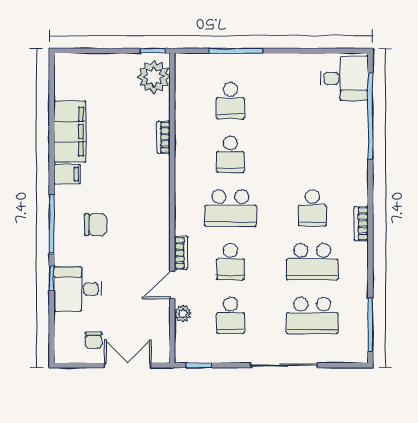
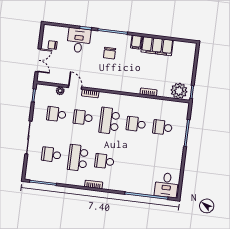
school desk: (312, 315) -> (51, 155), width x0.54

